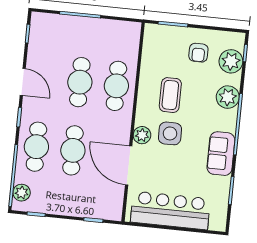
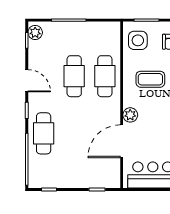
coffee table: (170, 95) -> (150, 79), turned 90
side table: (170, 133) -> (138, 40), moved
cafe table: (73, 150) -> (74, 133), removed
door: (129, 166) -> (122, 141), hinge flipped
plant: (22, 193) -> (35, 32), moved

